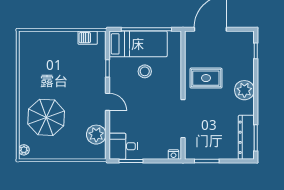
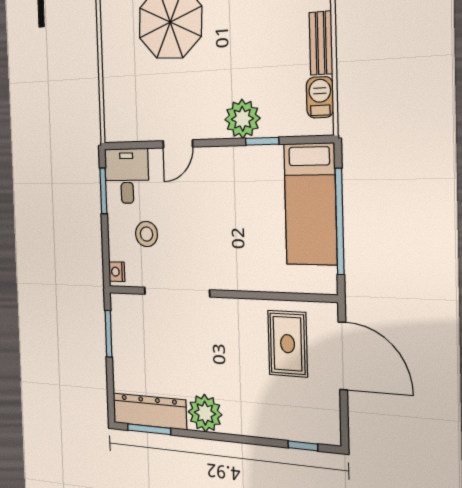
bench: (62, 36) -> (321, 43), added
stool: (145, 71) -> (146, 234), moved
rug: (206, 78) -> (288, 344), moved
plant: (244, 90) -> (205, 413), moved
door: (108, 102) -> (178, 144), moved
plant: (96, 135) -> (242, 119), moved

